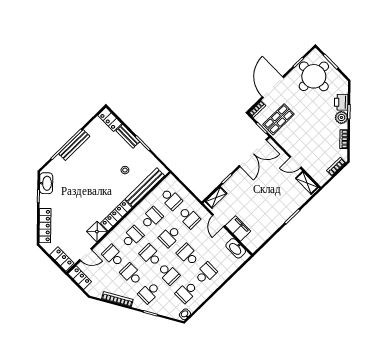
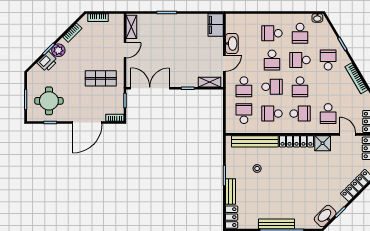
round table: (314, 76) -> (49, 101), width x0.73, depth x0.73
shop shelf: (279, 119) -> (101, 78), moved
door: (295, 162) -> (125, 50), hinge flipped
school desk: (189, 217) -> (244, 87), turned 180
filing cabinet: (238, 228) -> (216, 25), moved
school desk: (132, 237) -> (300, 114), turned 180
washbasin: (236, 248) -> (232, 43), moved
school desk: (131, 274) -> (328, 87), removed
school desk: (168, 274) -> (300, 60), turned -90
school desk: (187, 292) -> (300, 33), turned 90
school desk: (149, 293) -> (328, 60), turned -90

